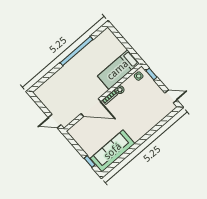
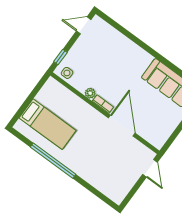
bed: (118, 70) -> (48, 124), moved
door: (171, 96) -> (84, 25), hinge flipped

